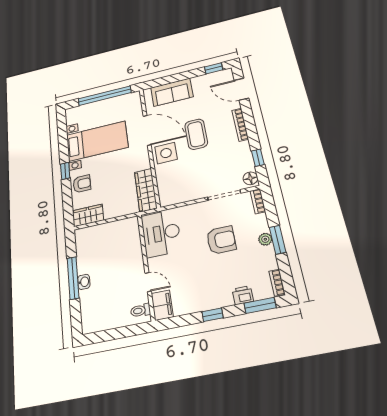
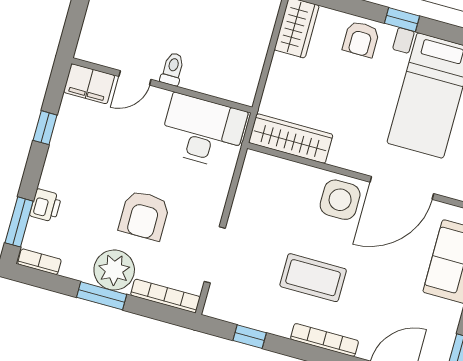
coffee table: (196, 134) -> (313, 278), moved
floor lamp: (250, 178) -> (221, 308), removed
bookcase: (258, 201) -> (165, 296), width x1.56
plant: (265, 239) -> (114, 270), width x1.87, depth x1.87
toilet: (140, 310) -> (172, 69), moved
window: (213, 315) -> (45, 128), moved

